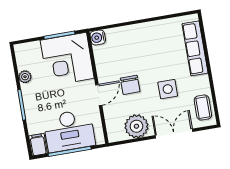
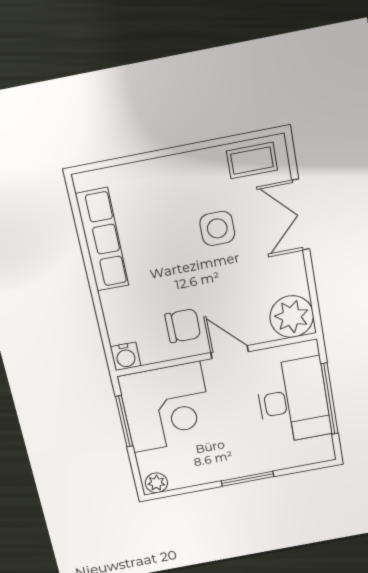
row of seats: (195, 48) -> (102, 240), moved, turned -90
plant: (25, 77) -> (156, 483), moved
chair: (130, 85) -> (183, 326), moved
plant: (136, 126) -> (292, 317), moved
filing cabinet: (38, 145) -> (317, 451), removed

